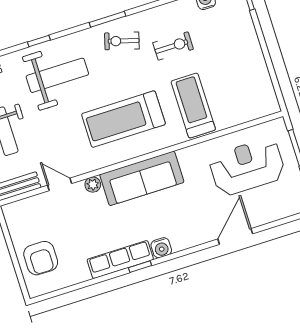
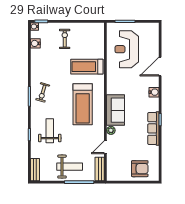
exercise bike: (173, 46) -> (65, 39), moved
weight bench: (57, 75) -> (50, 131), width x0.73, depth x0.75
sofa: (142, 178) -> (116, 110), width x0.73
door: (235, 236) -> (160, 66), hinge flipped
water cooler: (161, 248) -> (154, 92), moved

